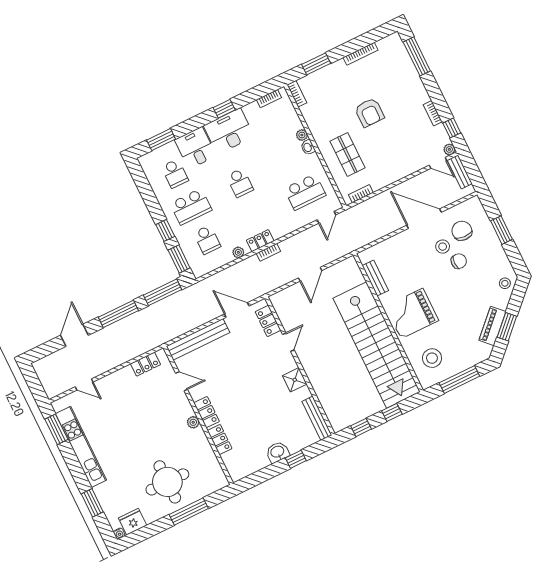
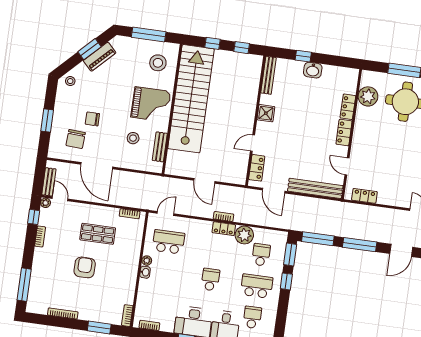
plant: (302, 135) -> (147, 261), moved
shop shelf: (347, 154) -> (98, 234), moved, turned 90
stool: (443, 247) -> (133, 138), moved
plant: (238, 252) -> (244, 235), width x1.88, depth x1.88
door: (310, 274) -> (204, 181), swing flipped
plant: (193, 422) -> (368, 96), moved, width x1.87, depth x1.87

